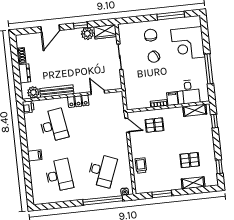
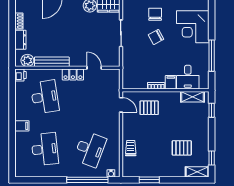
shelving: (193, 183) -> (197, 172), moved

